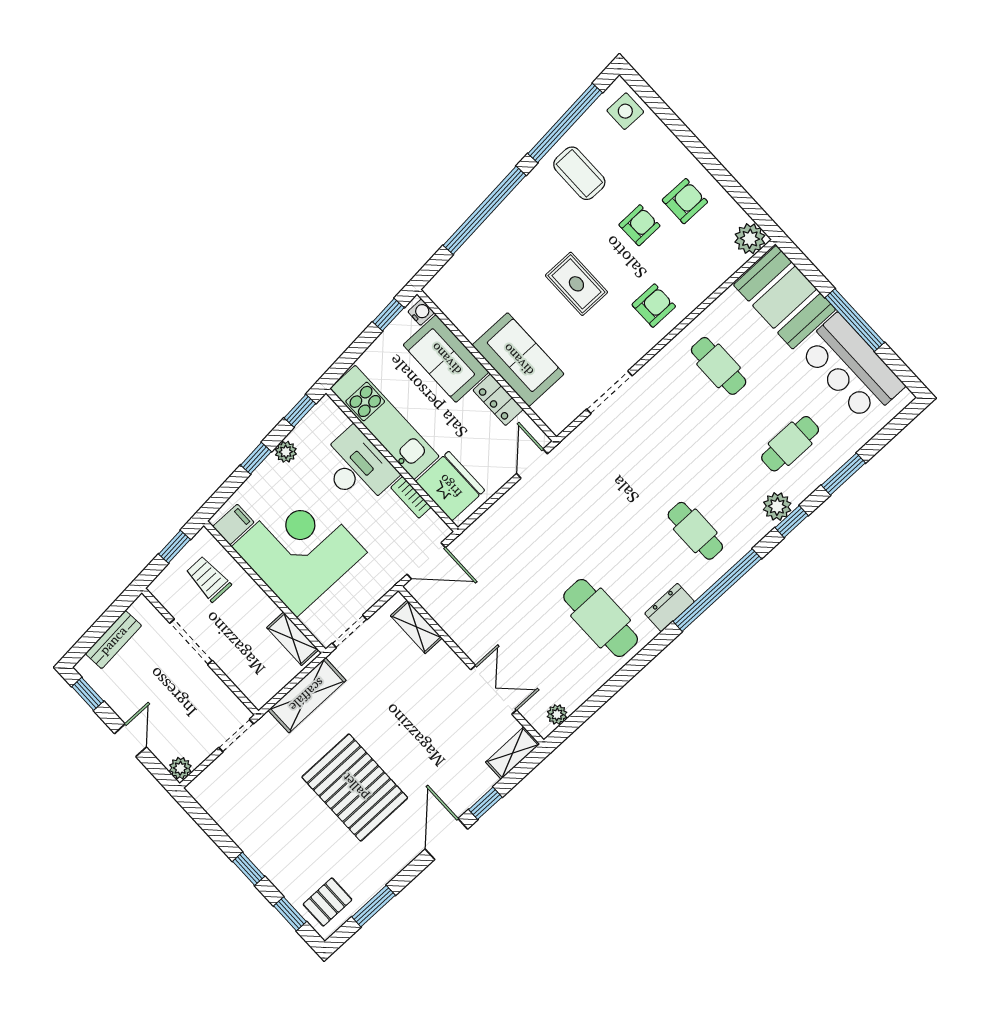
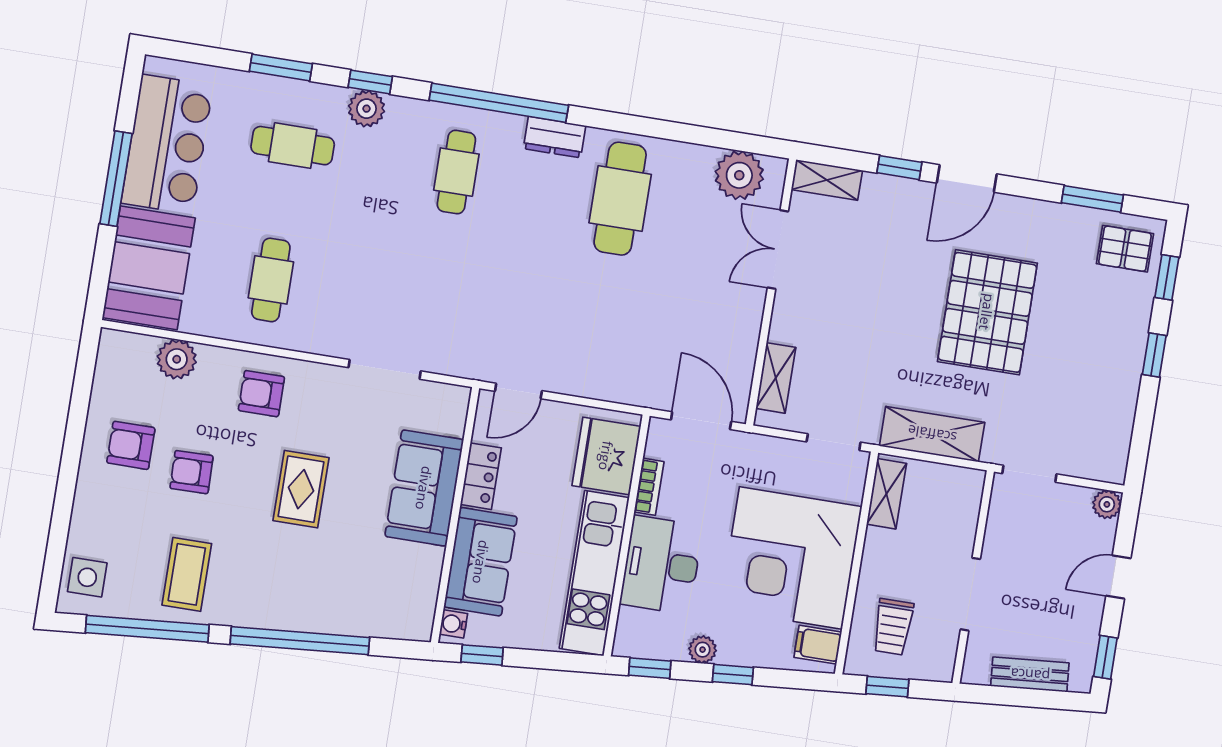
plant: (750, 239) -> (177, 359), moved
plant: (557, 714) -> (739, 175), width x1.88, depth x1.88

